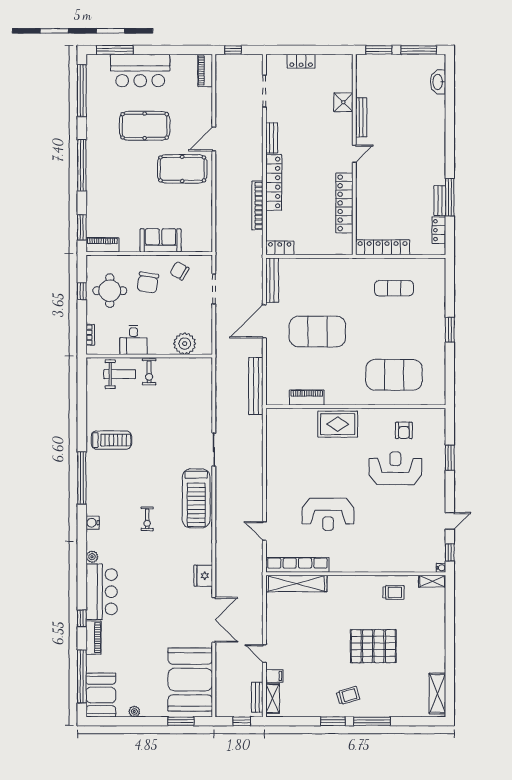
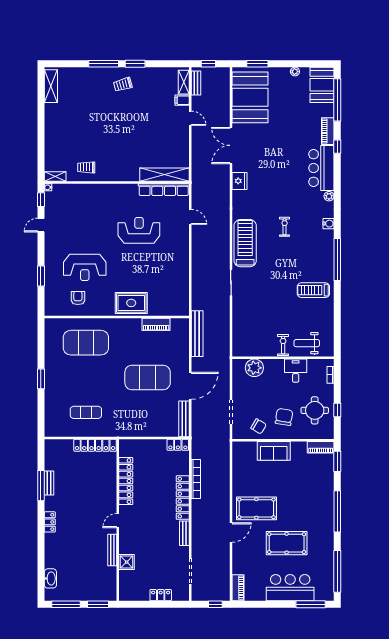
locker: (439, 230) -> (50, 522), moved
pallet: (373, 646) -> (103, 124), removed

